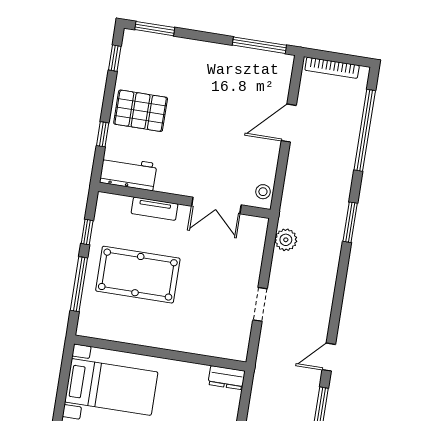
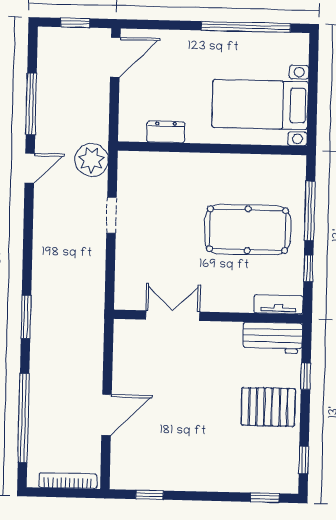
window: (155, 29) -> (265, 498), width x0.67
window: (259, 45) -> (150, 495), width x0.46
stool: (263, 192) -> (124, 337), removed
tv unit: (155, 209) -> (278, 304), moved
plant: (286, 240) -> (92, 160), moved, width x1.36, depth x1.36
dresser: (227, 378) -> (166, 132), moved

